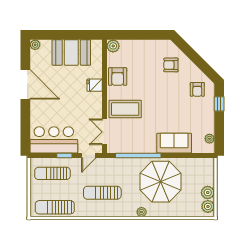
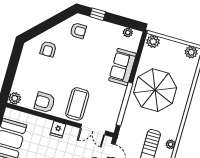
armchair: (118, 76) -> (45, 102), turned 180
fridge: (95, 85) -> (58, 129), moved
plant: (208, 192) -> (153, 41), moved
plant: (142, 212) -> (171, 144), moved

